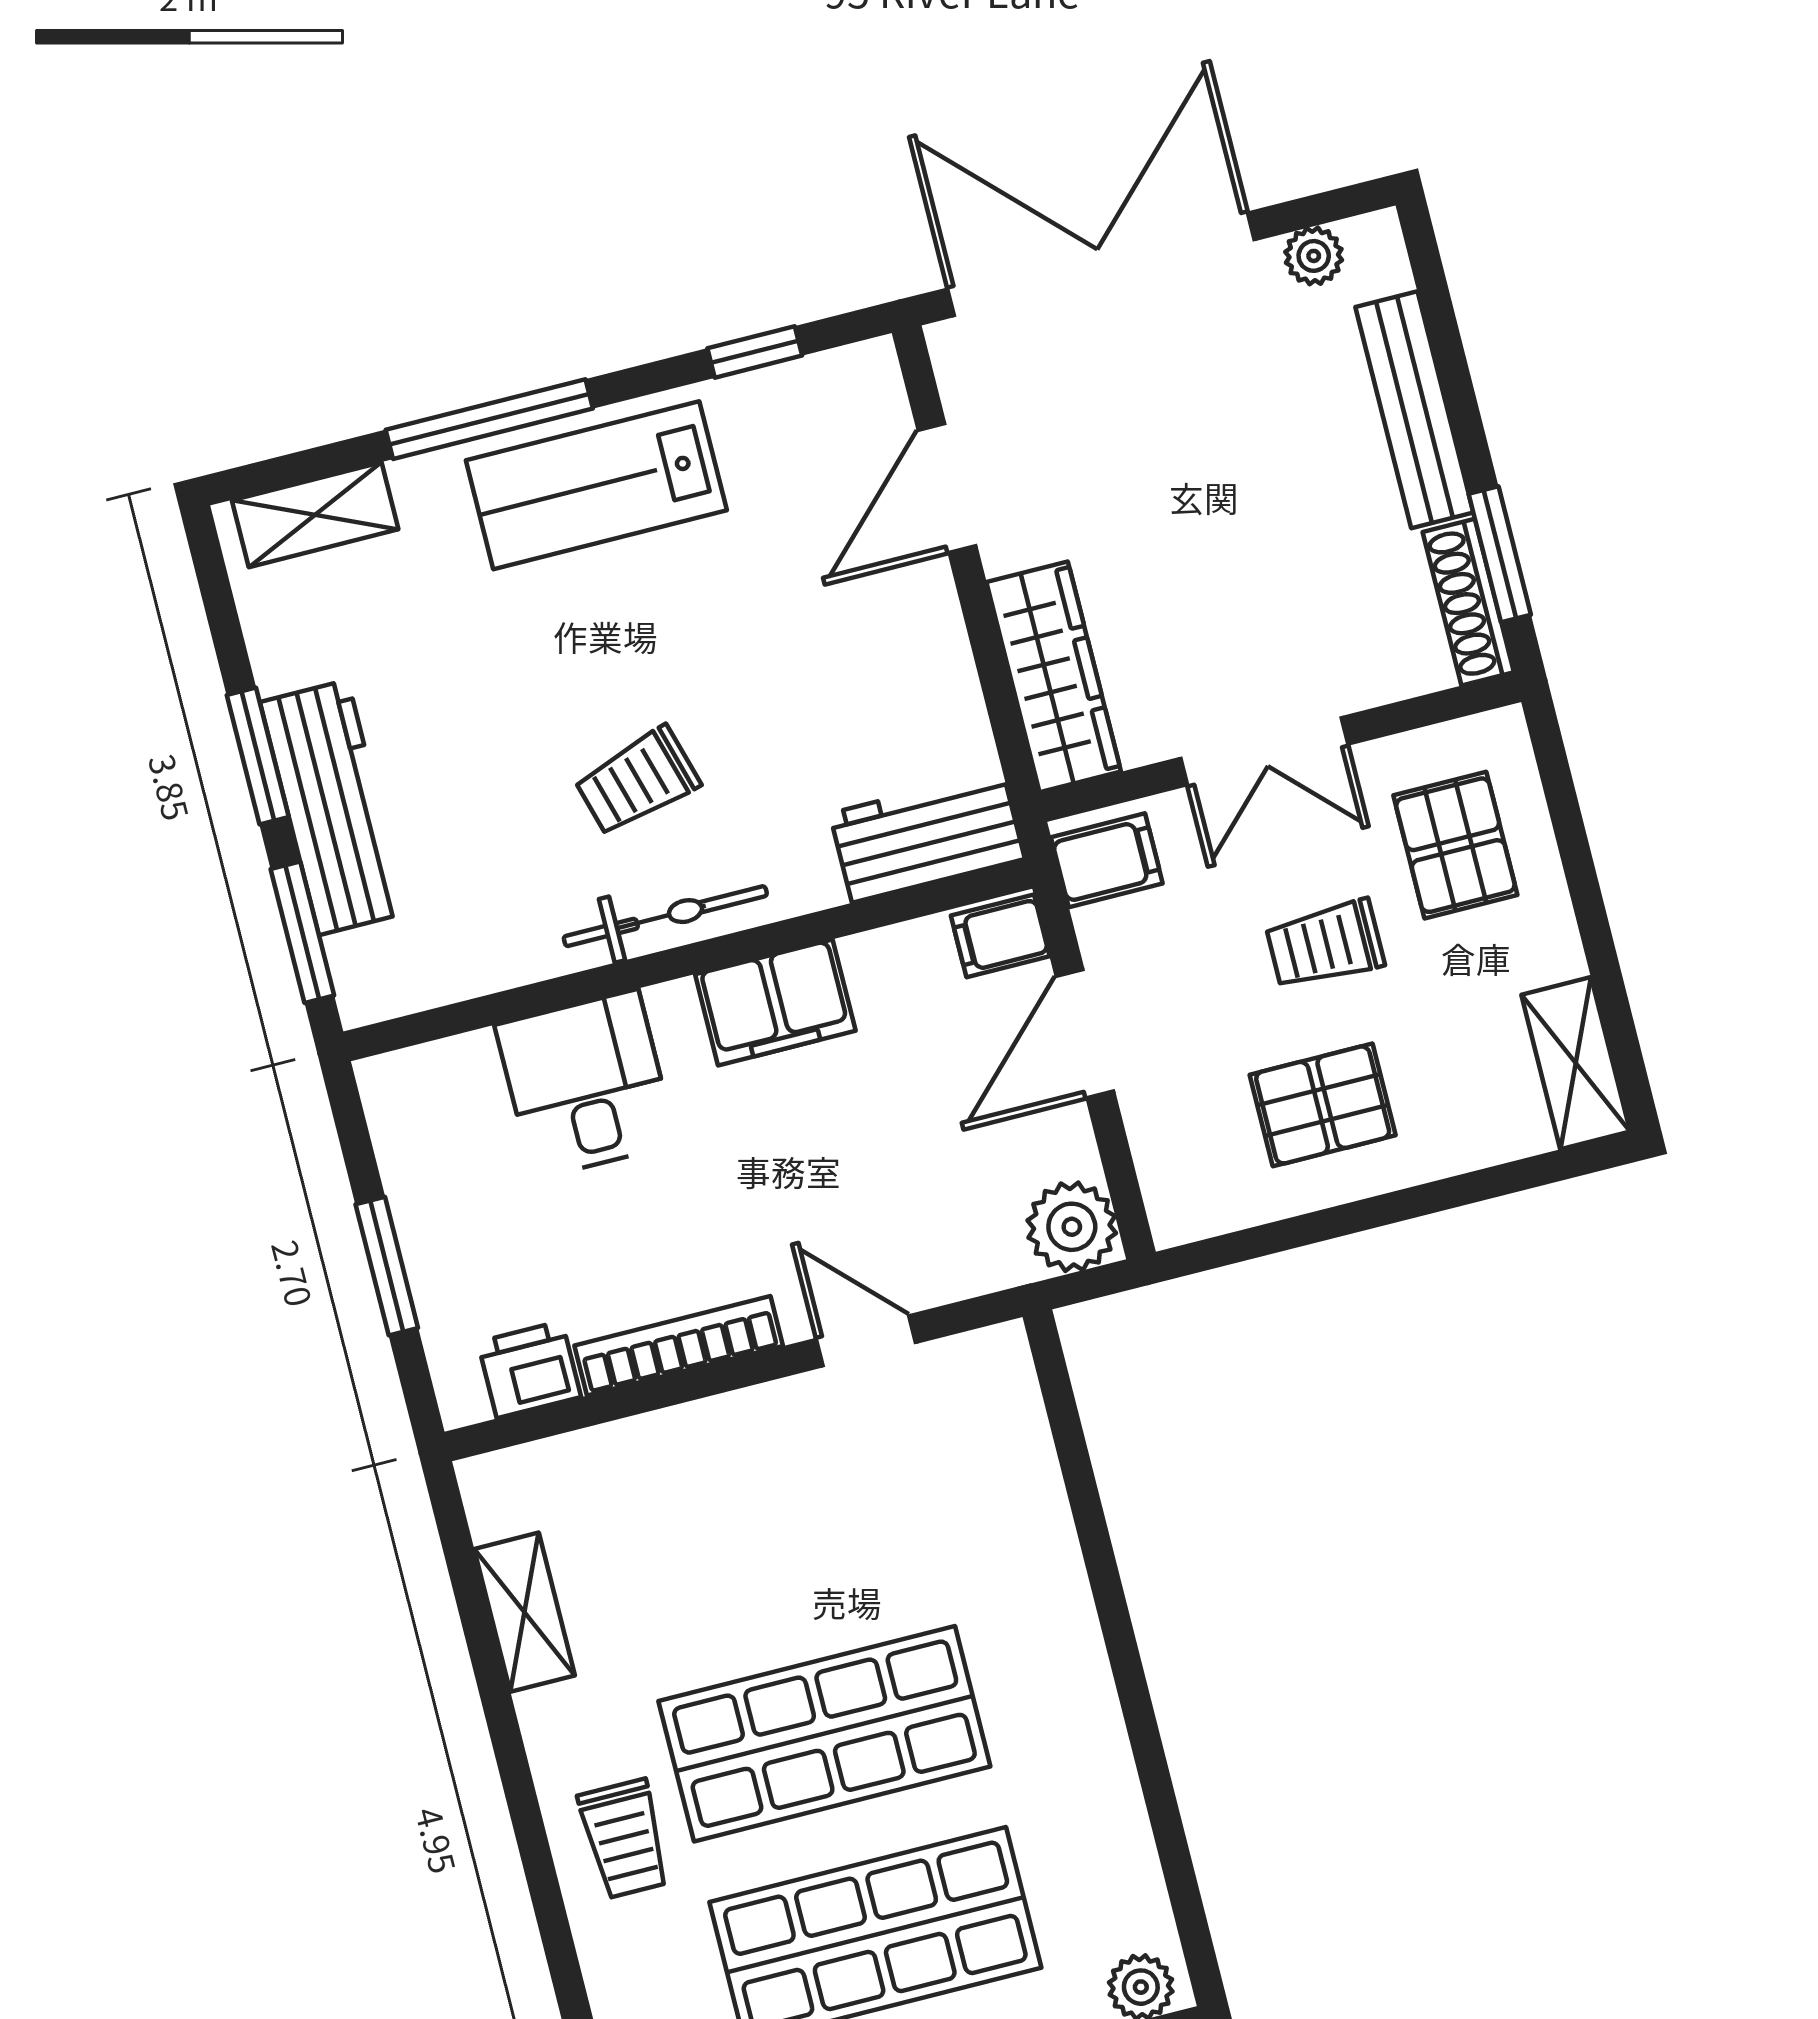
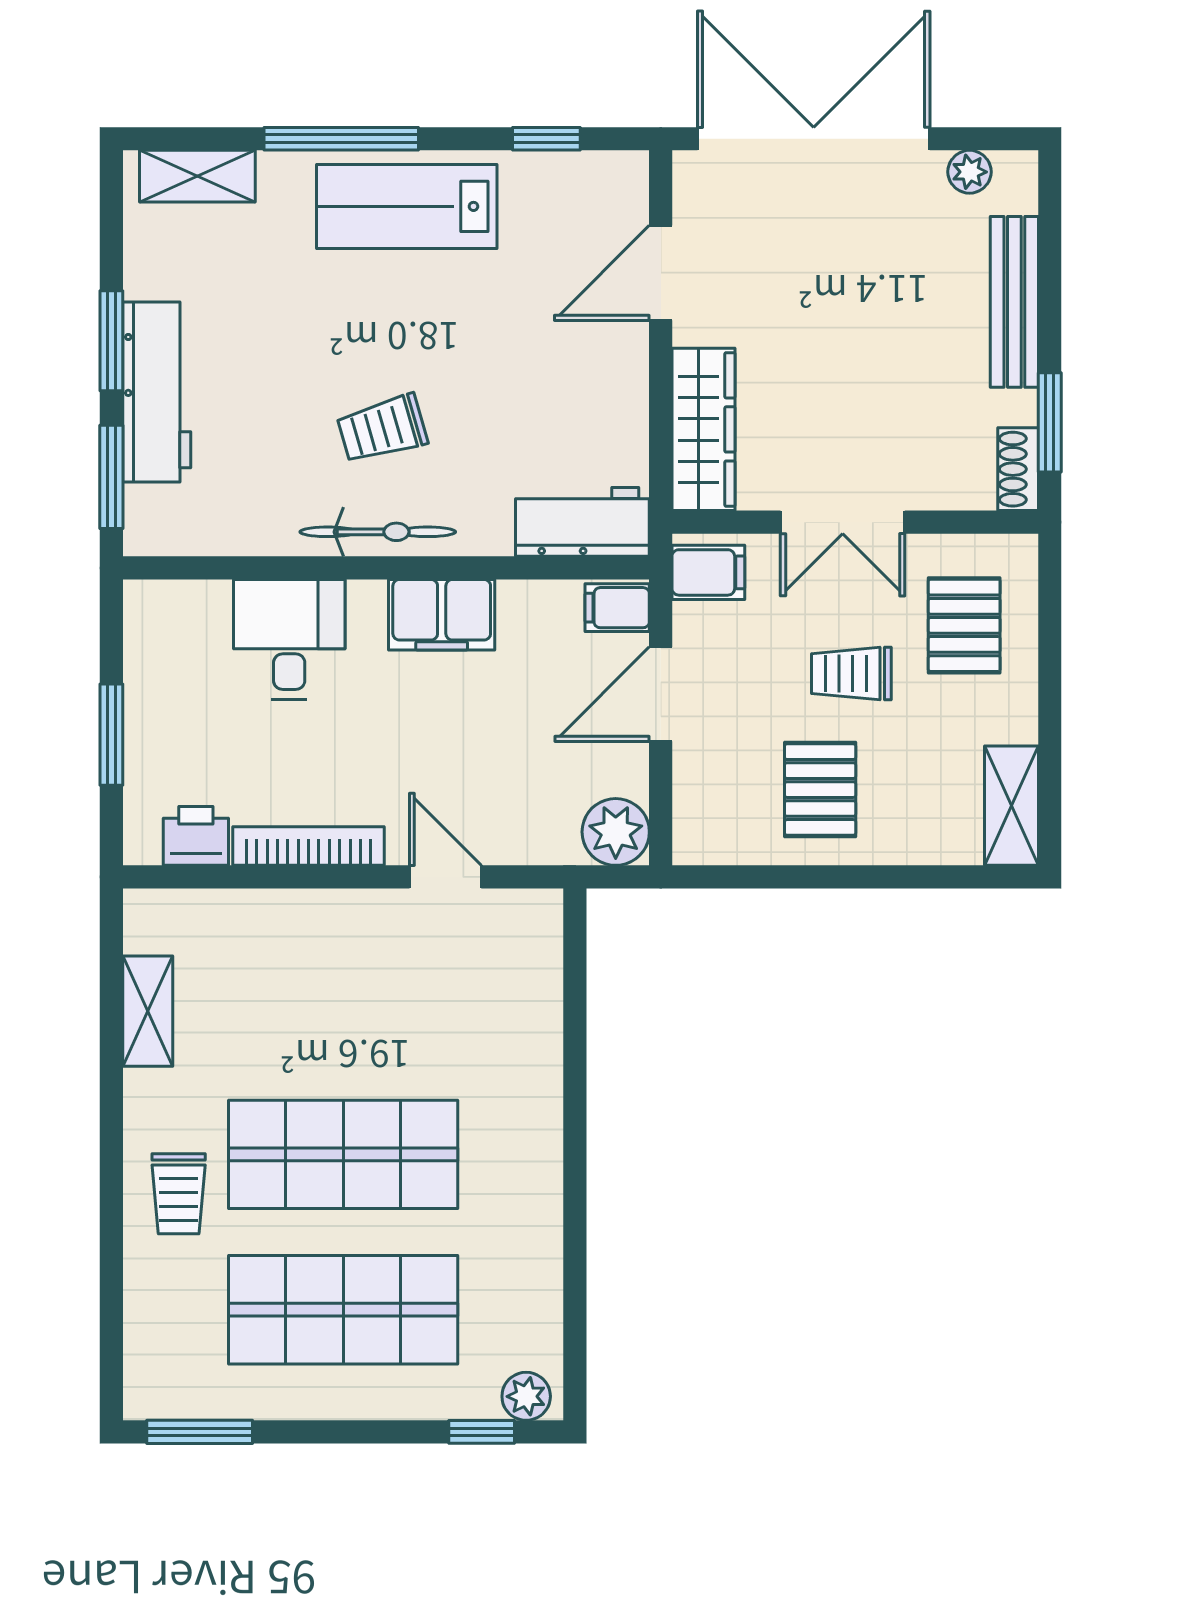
shoe rack: (1468, 602) -> (1018, 469), width x0.70
pallet: (1323, 1105) -> (820, 790), turned 90

